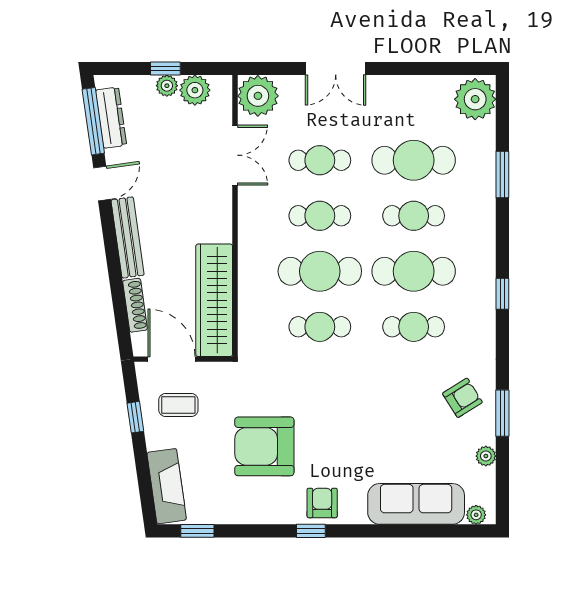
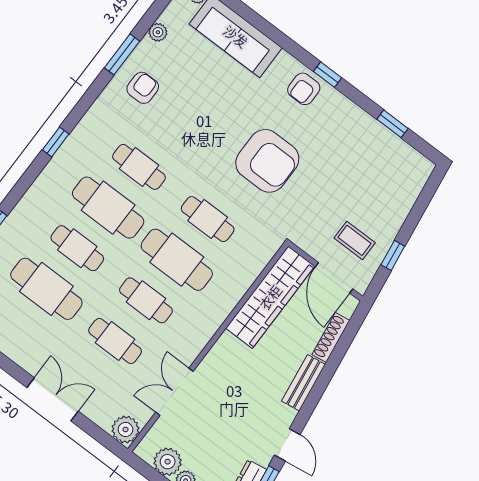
plant: (258, 96) -> (126, 429), width x0.73, depth x0.73
door: (102, 184) -> (287, 445), swing flipped
bench: (128, 237) -> (303, 383), width x0.73
armchair: (462, 398) -> (143, 88), turned 122
armchair: (264, 446) -> (267, 161), moved
fireplace: (167, 486) -> (408, 187), removed
window: (197, 531) -> (392, 124), moved

